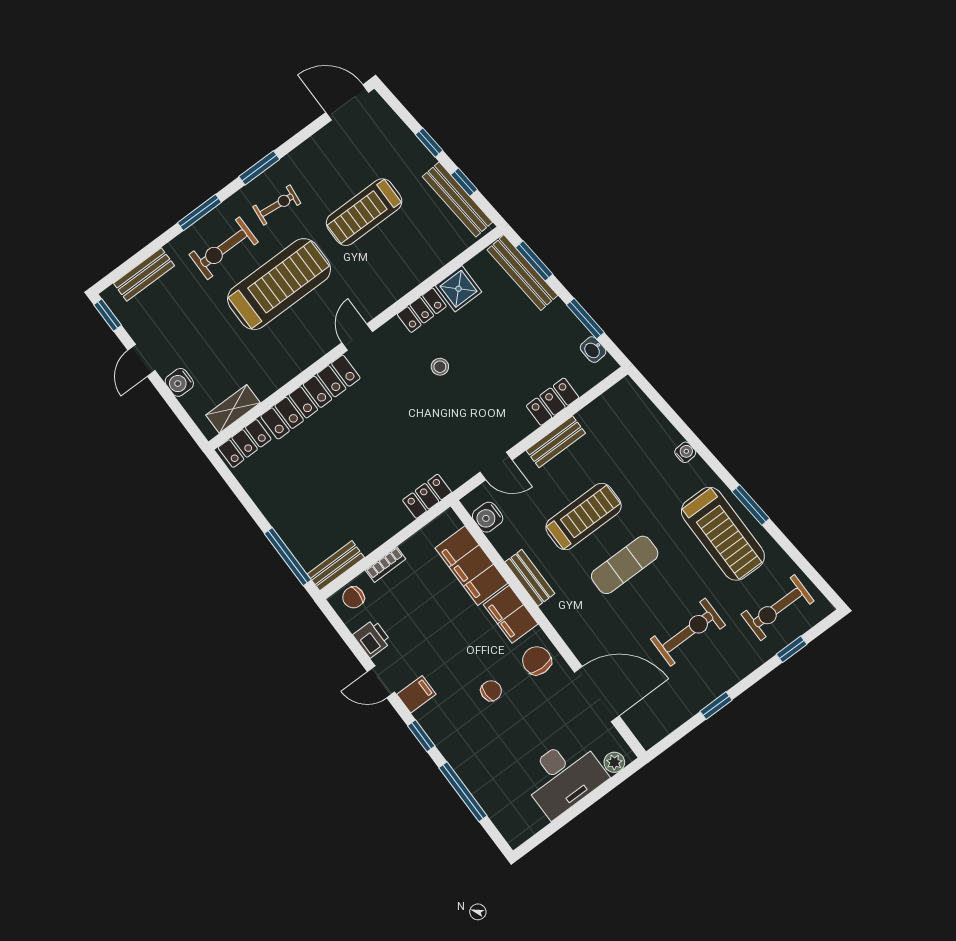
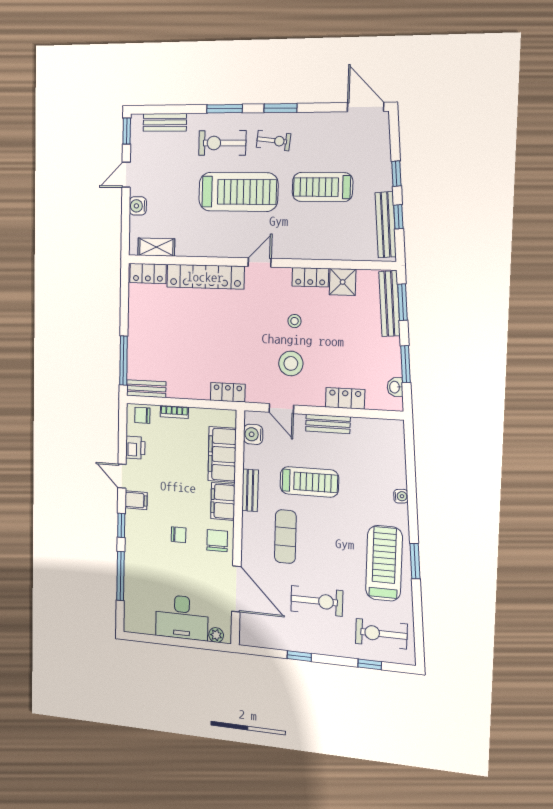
stool: (470, 412) -> (291, 363), added
treadmill: (723, 534) -> (384, 563), turned 180
exercise mat: (625, 565) -> (285, 537), moved, turned 90

